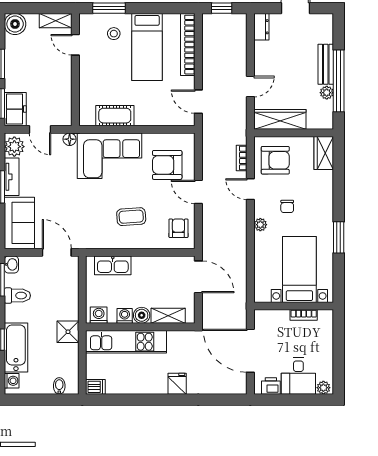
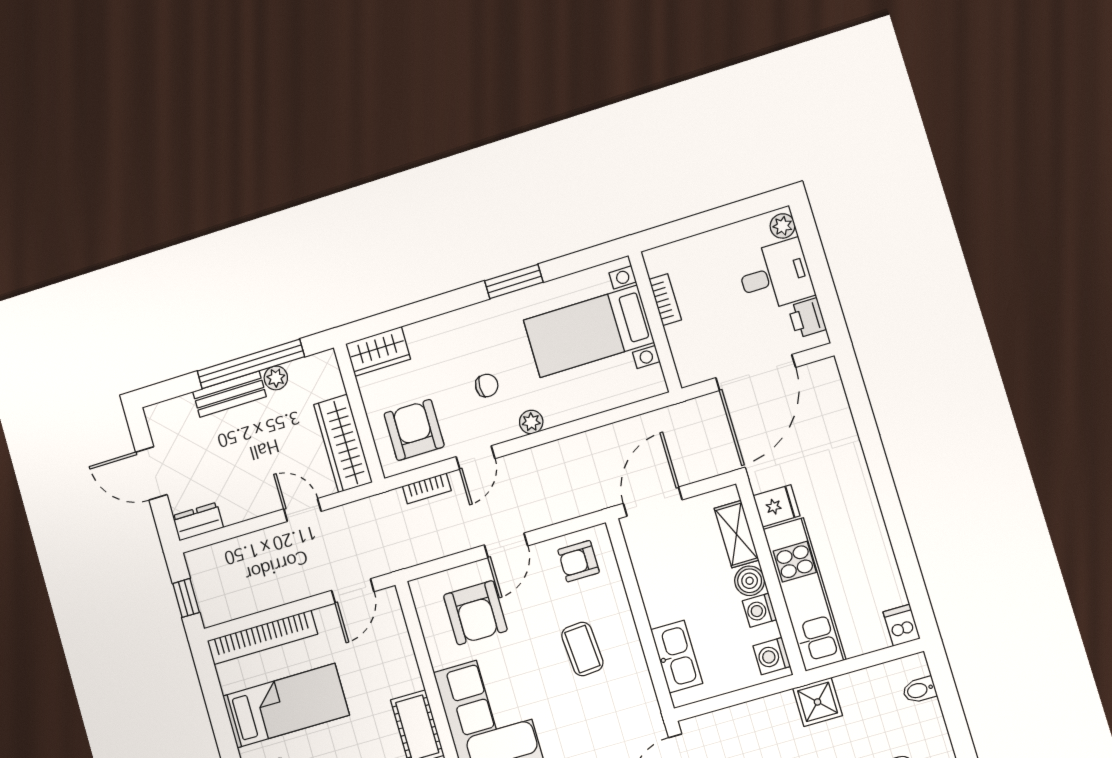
fridge: (177, 384) -> (777, 506), moved, turned 180

